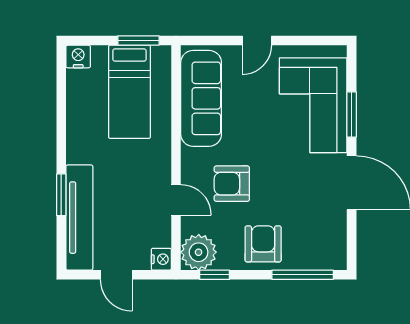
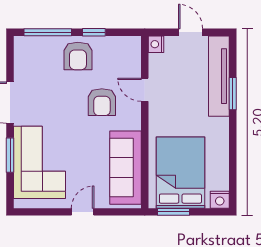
bed: (129, 92) -> (180, 173), width x1.50
armchair: (232, 184) -> (102, 102), turned 90
plant: (199, 252) -> (127, 50), removed
window: (215, 275) -> (94, 32), moved

